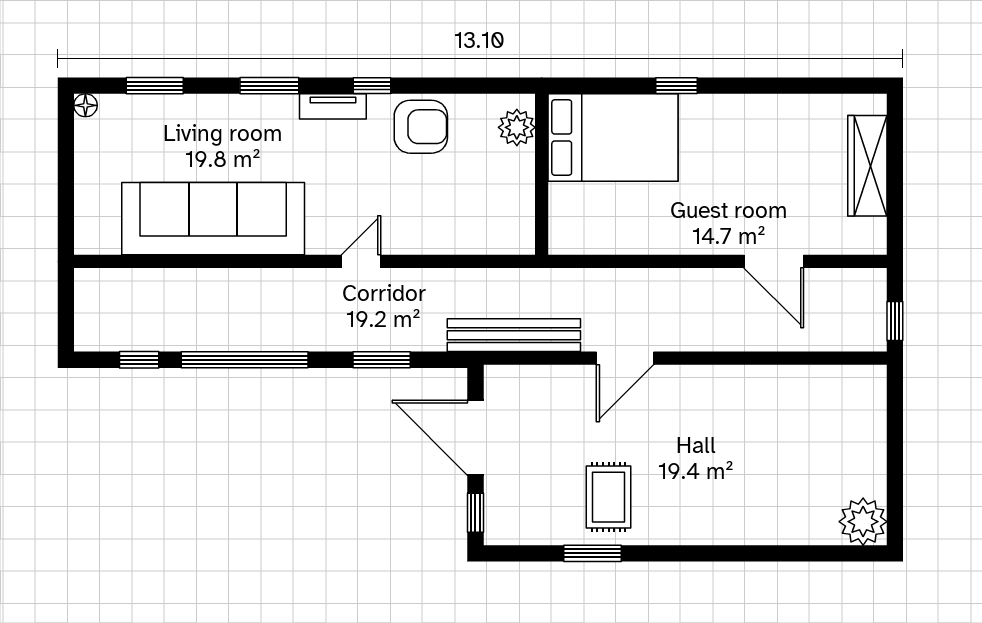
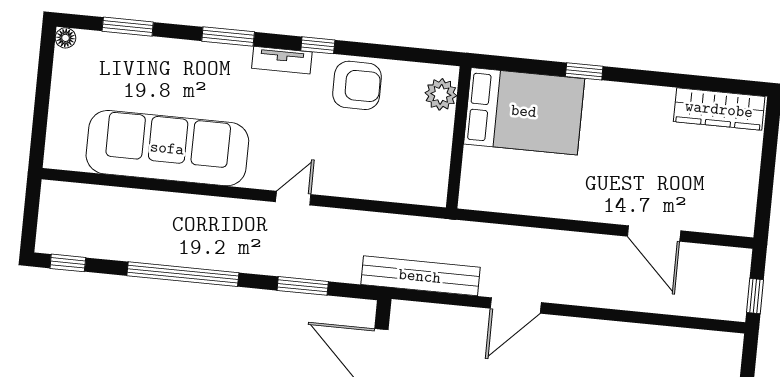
wardrobe: (867, 166) -> (719, 109), moved, turned -90
window: (139, 360) -> (68, 263), moved

